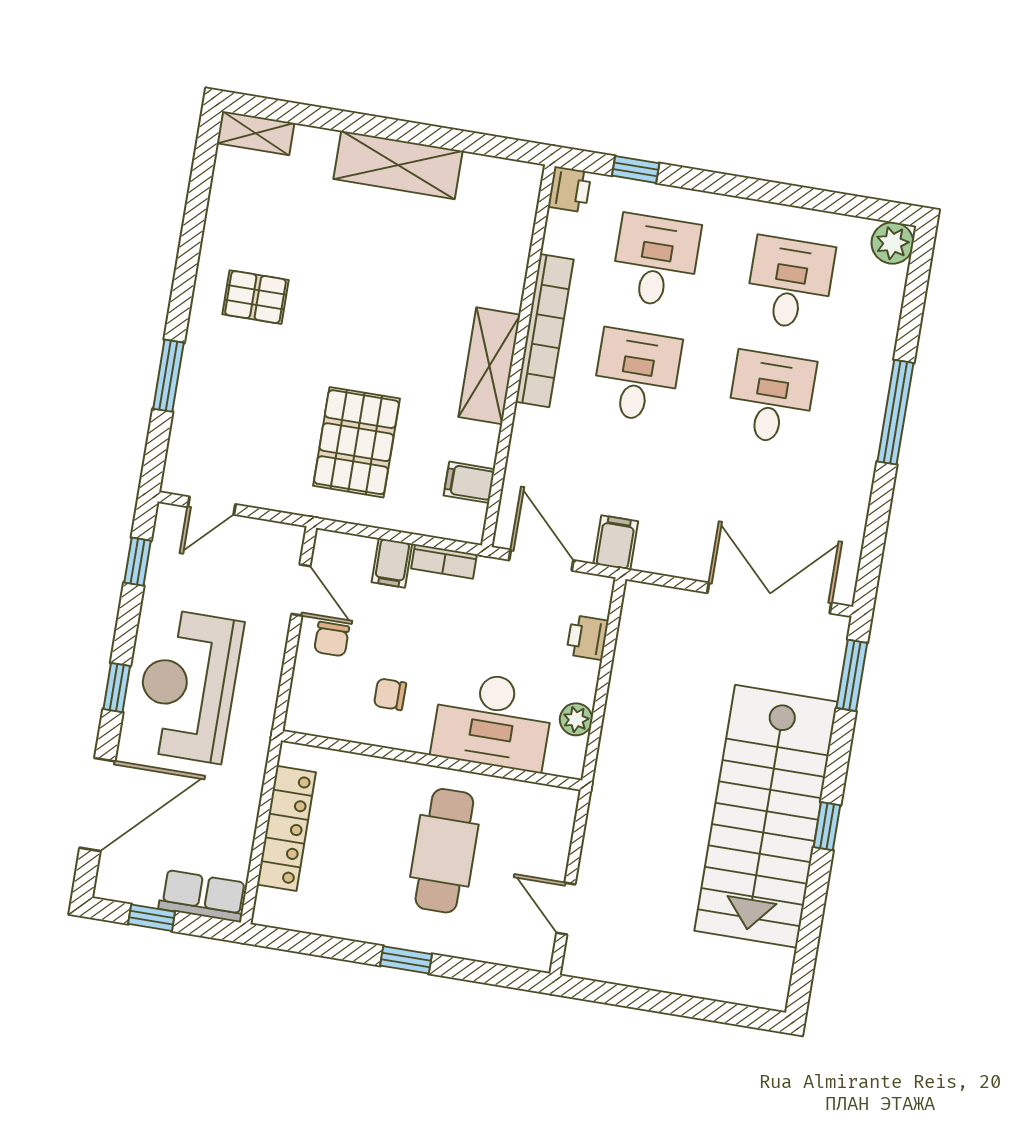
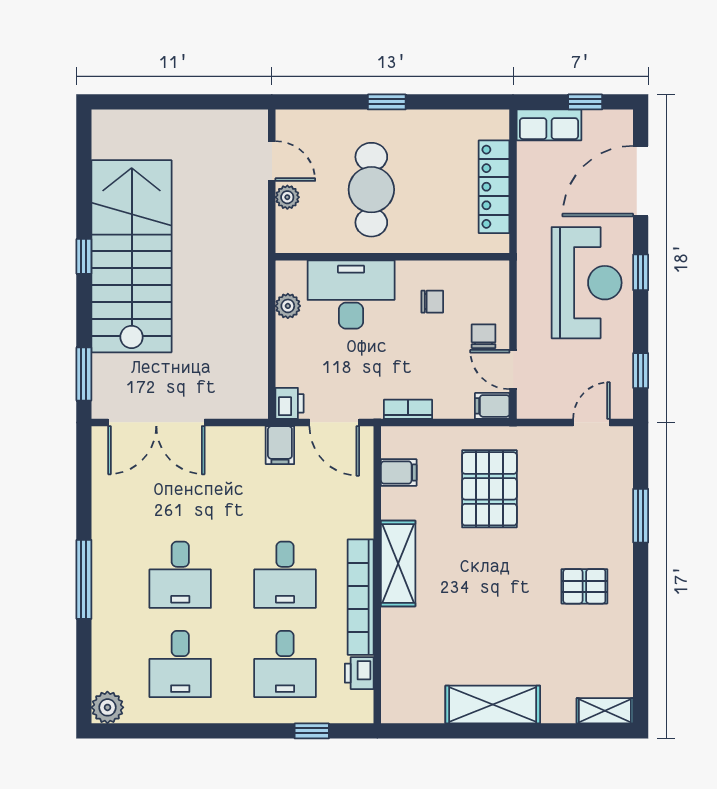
printer: (570, 189) -> (359, 673), moved
filing cabinet: (392, 563) -> (492, 406), moved, turned -90
printer: (587, 637) -> (290, 403), moved
plant: (554, 859) -> (287, 197), added

